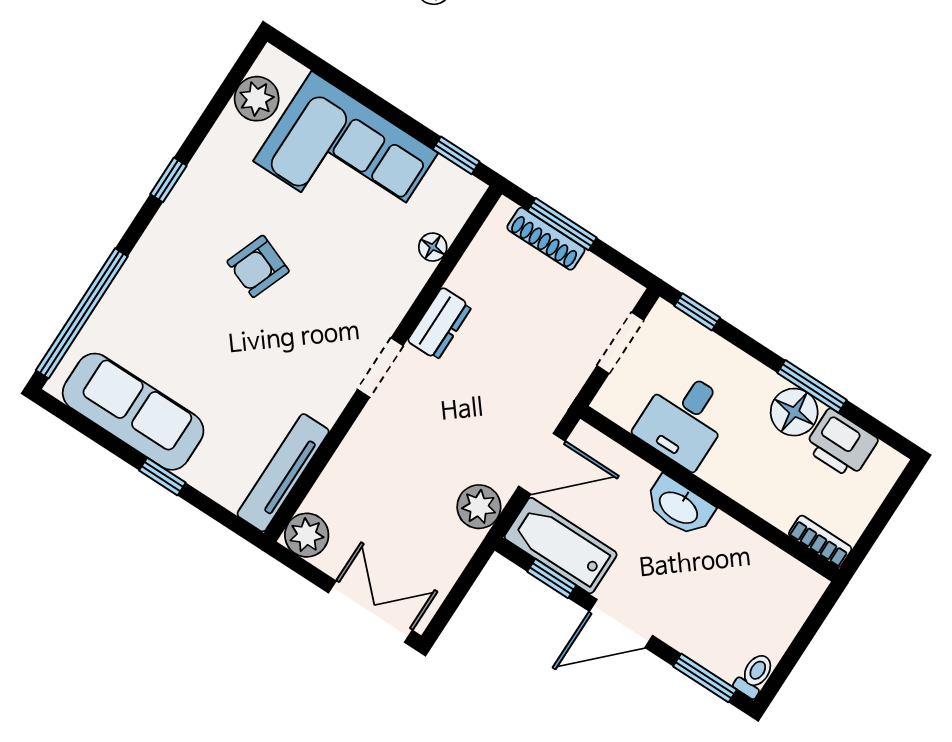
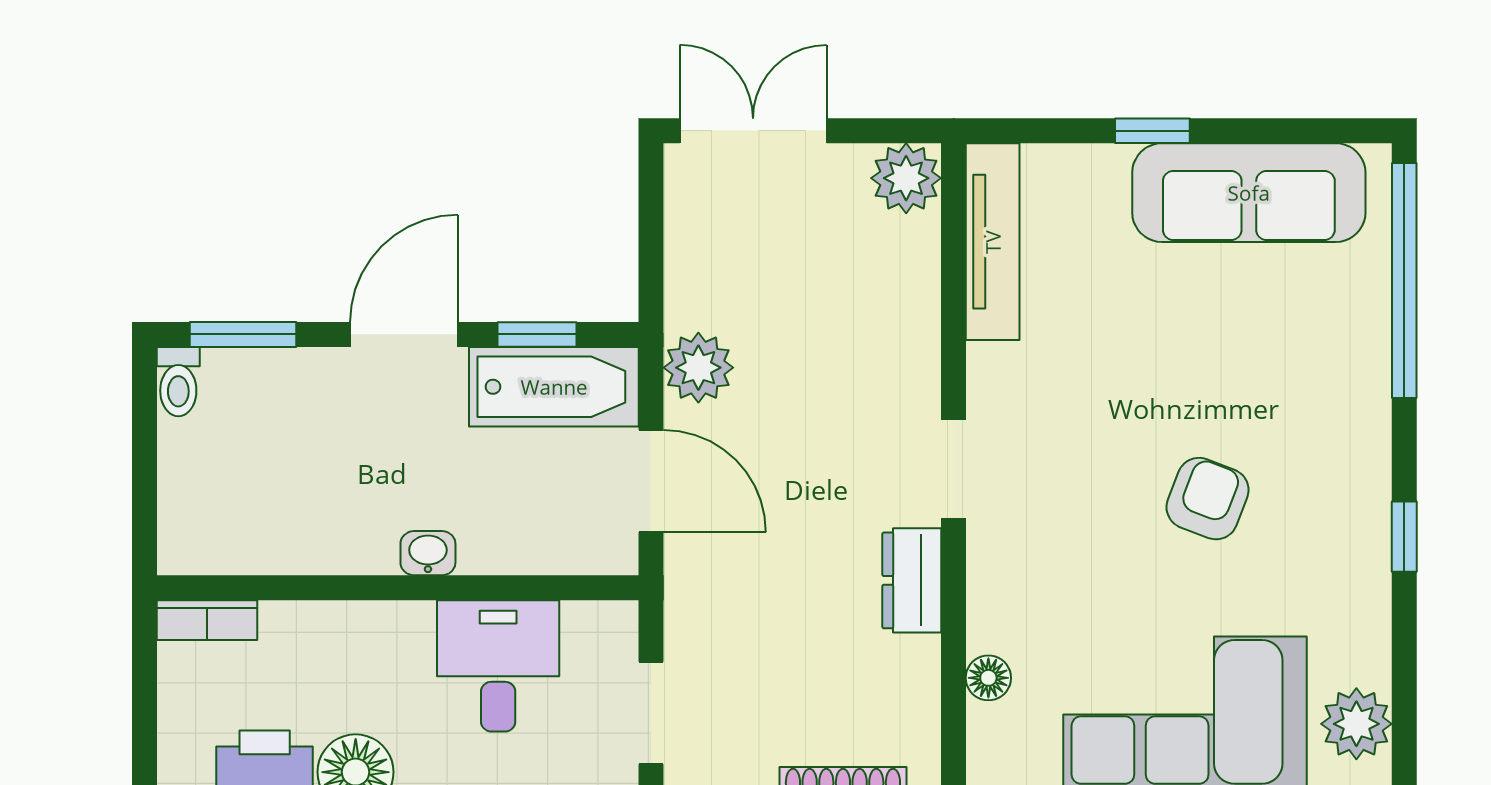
door: (542, 464) -> (651, 481), swing flipped
washbasin: (679, 507) -> (428, 553), width x0.52, depth x0.69
double door: (370, 612) -> (753, 131), swing flipped

